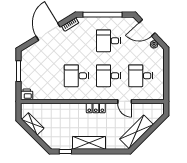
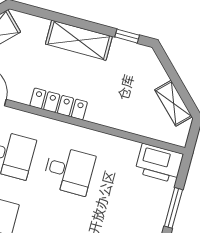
printer: (27, 94) -> (159, 163), width x1.87, depth x1.48
locker: (96, 108) -> (59, 104), width x1.53

